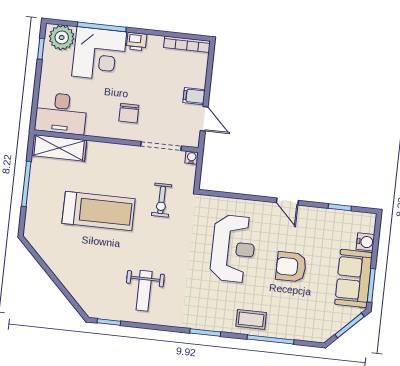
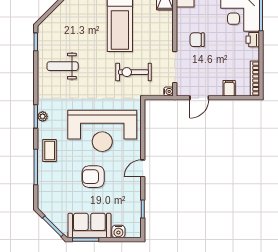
filing cabinet: (194, 96) -> (229, 88), moved
exercise bike: (162, 200) -> (133, 72), width x1.38, depth x1.39
reception desk: (233, 249) -> (102, 131), width x1.36, depth x1.30
armchair: (291, 267) -> (93, 177), turned -90
plant: (206, 324) -> (43, 116), added

